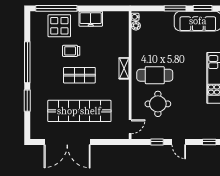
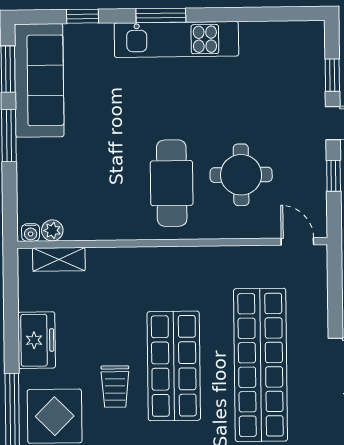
shelving: (124, 68) -> (59, 259), moved
shop shelf: (79, 75) -> (174, 366), width x1.43, depth x1.36
window: (209, 142) -> (332, 75), moved

